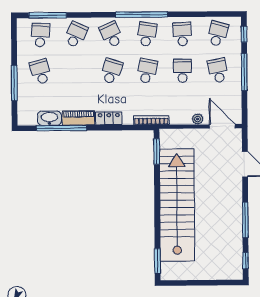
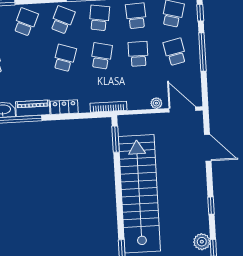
school desk: (111, 35) -> (62, 20), turned 48
window: (245, 220) -> (211, 206), width x0.46
plant: (235, 254) -> (202, 242), added

